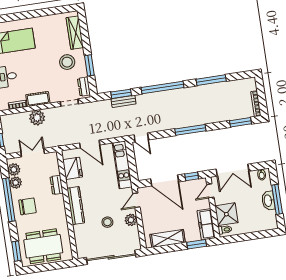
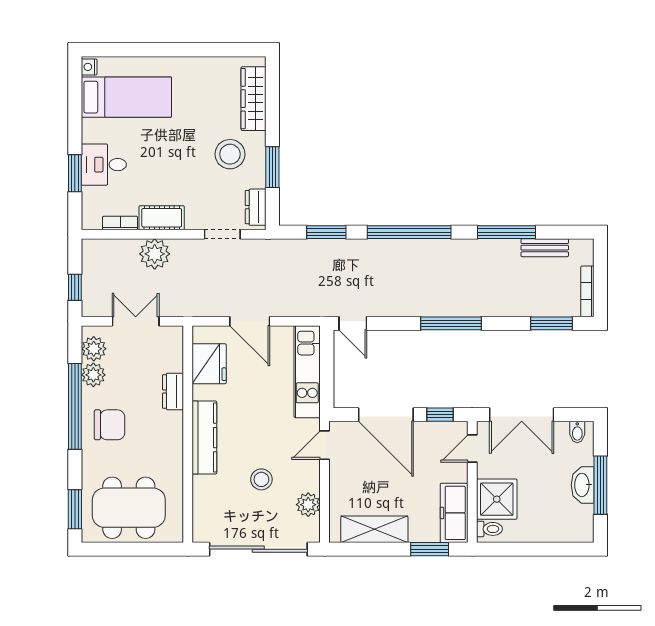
bench: (124, 101) -> (545, 248), moved
plant: (131, 220) -> (308, 505), moved

